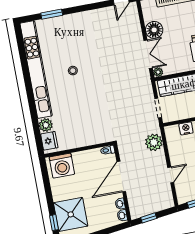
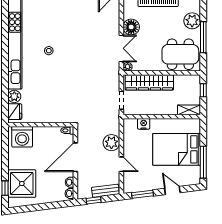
plant: (154, 142) -> (111, 143), moved
door: (171, 175) -> (121, 164), hinge flipped
bench: (159, 206) -> (105, 191), added

